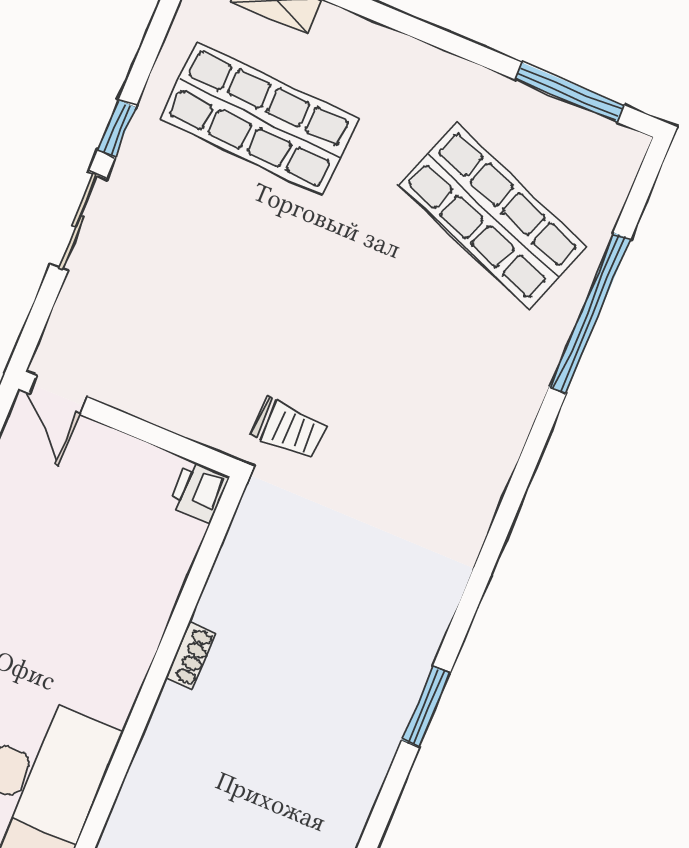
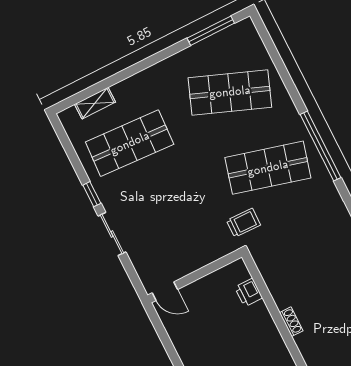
window: (590, 313) -> (320, 146), moved
shop shelf: (420, 390) -> (268, 168), added
printer: (199, 491) -> (249, 292), moved

